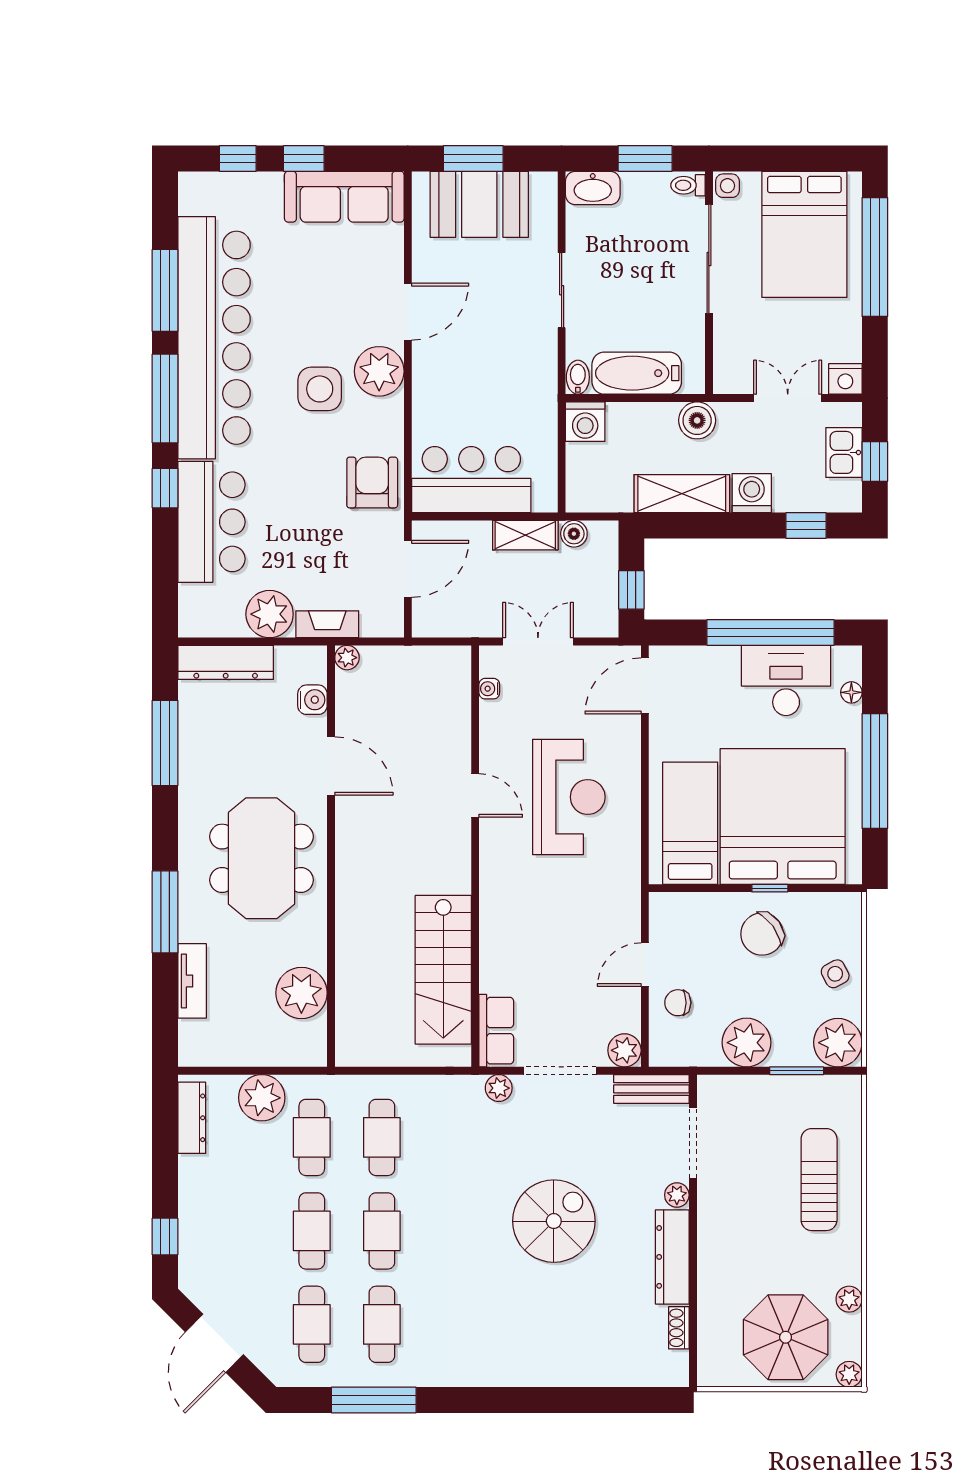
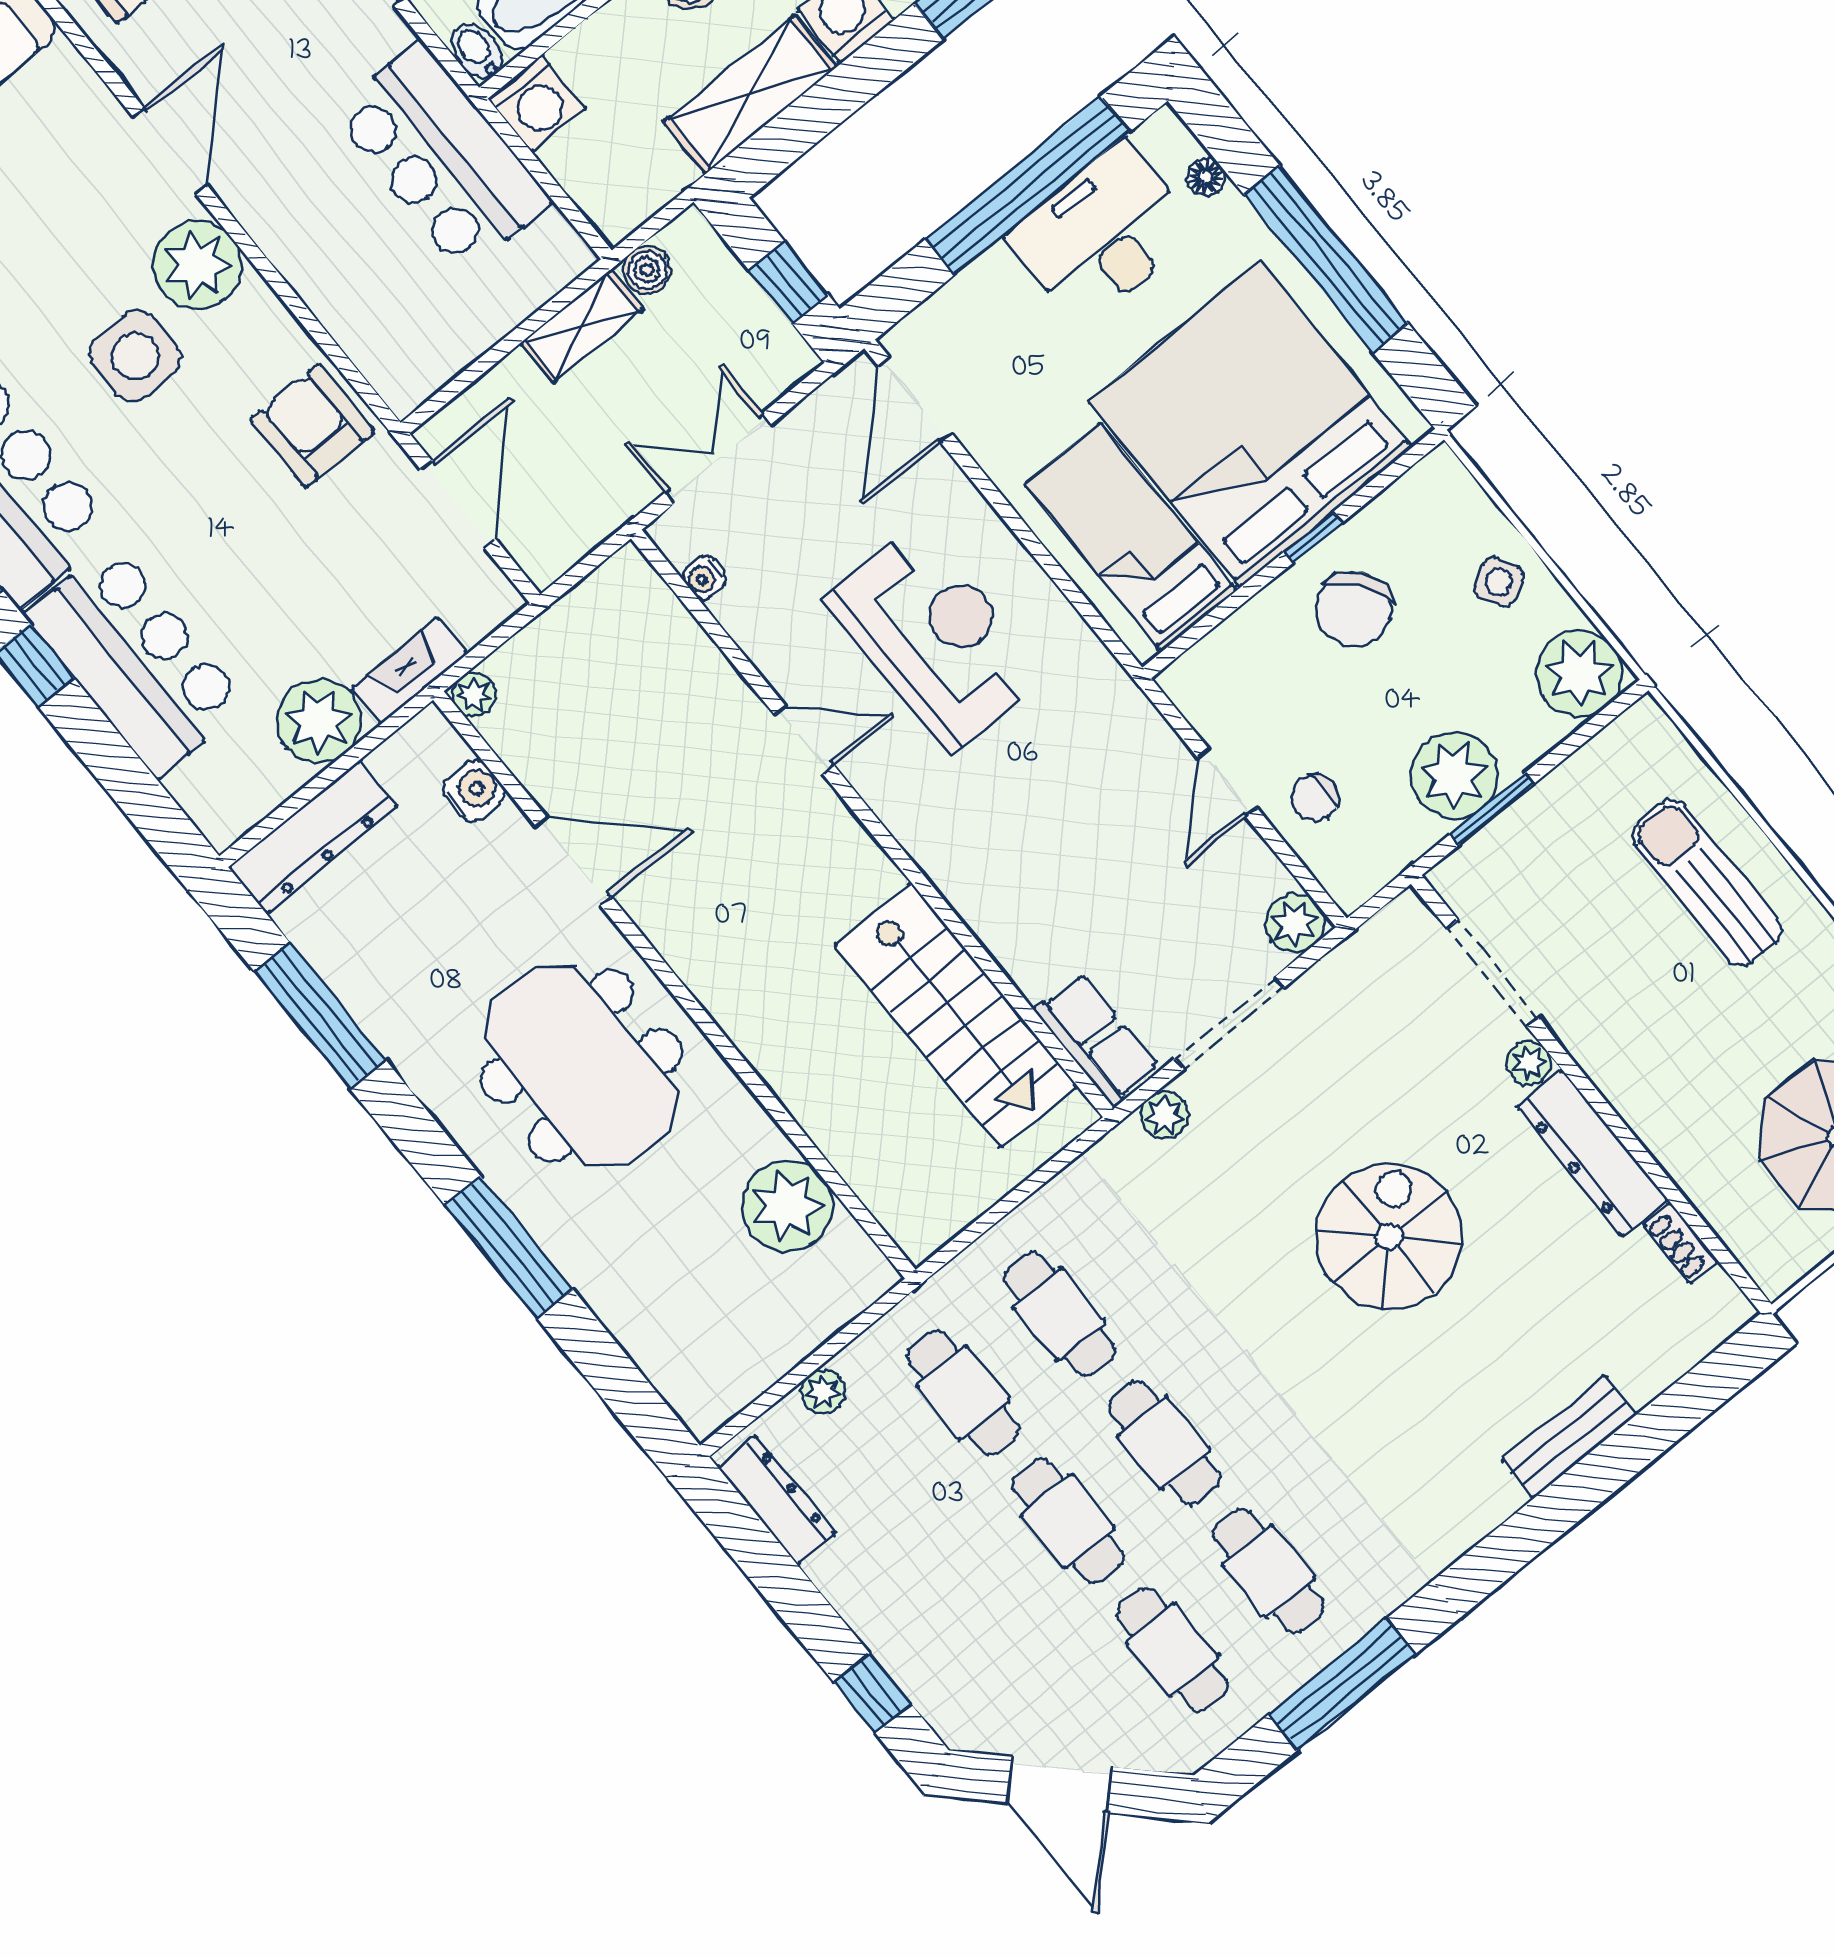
bar counter: (471, 480) -> (442, 157), moved, turned -90
tv unit: (192, 981) -> (623, 1312), removed
window: (797, 1071) -> (1491, 809), moved
bench: (651, 1089) -> (1569, 1437), moved
plant: (262, 1098) -> (823, 1392), width x0.53, depth x0.53

